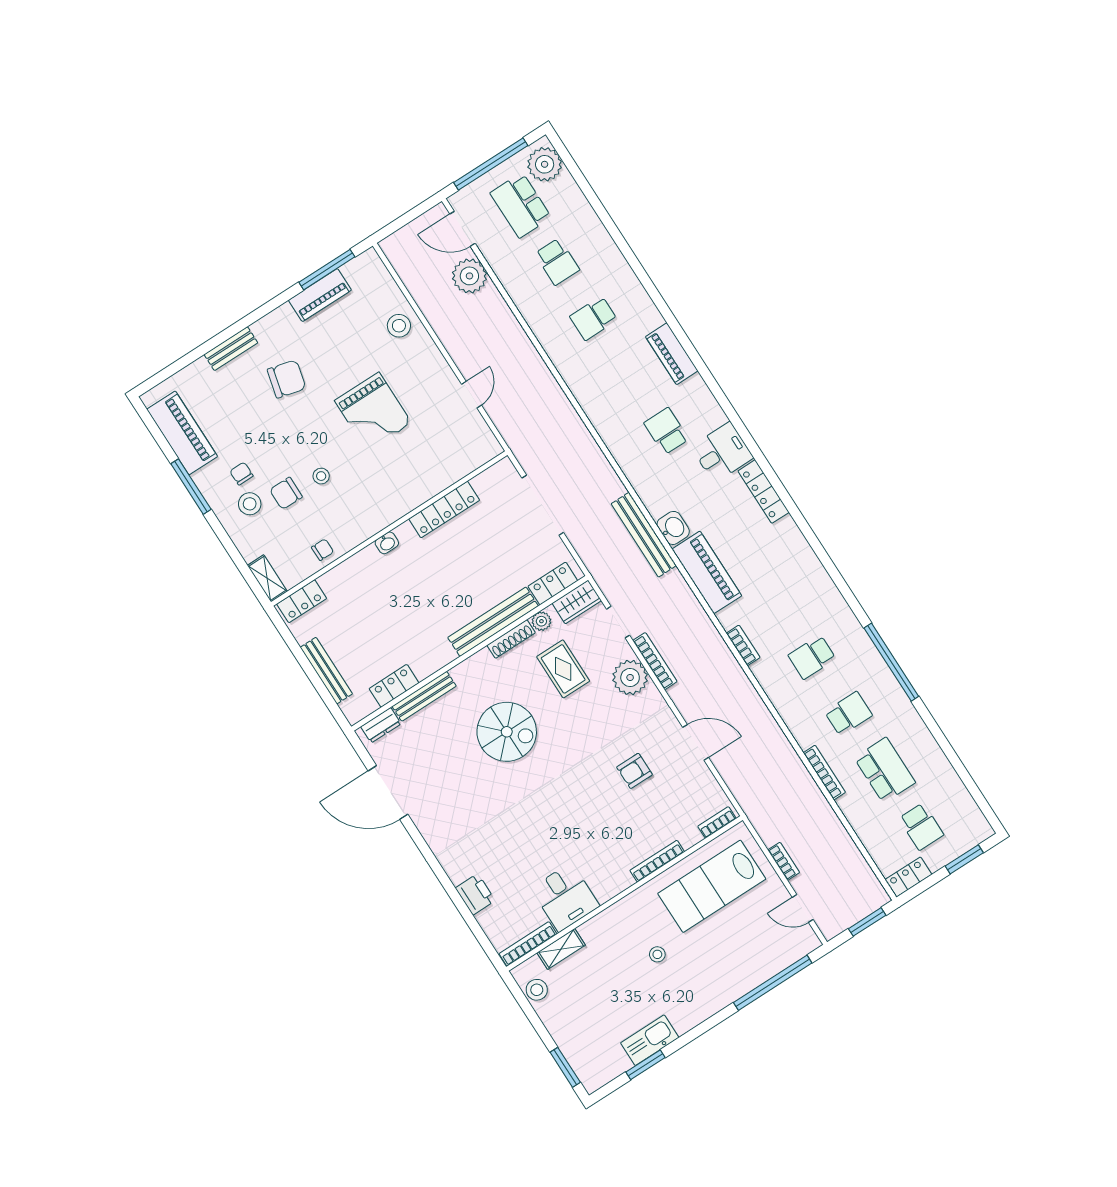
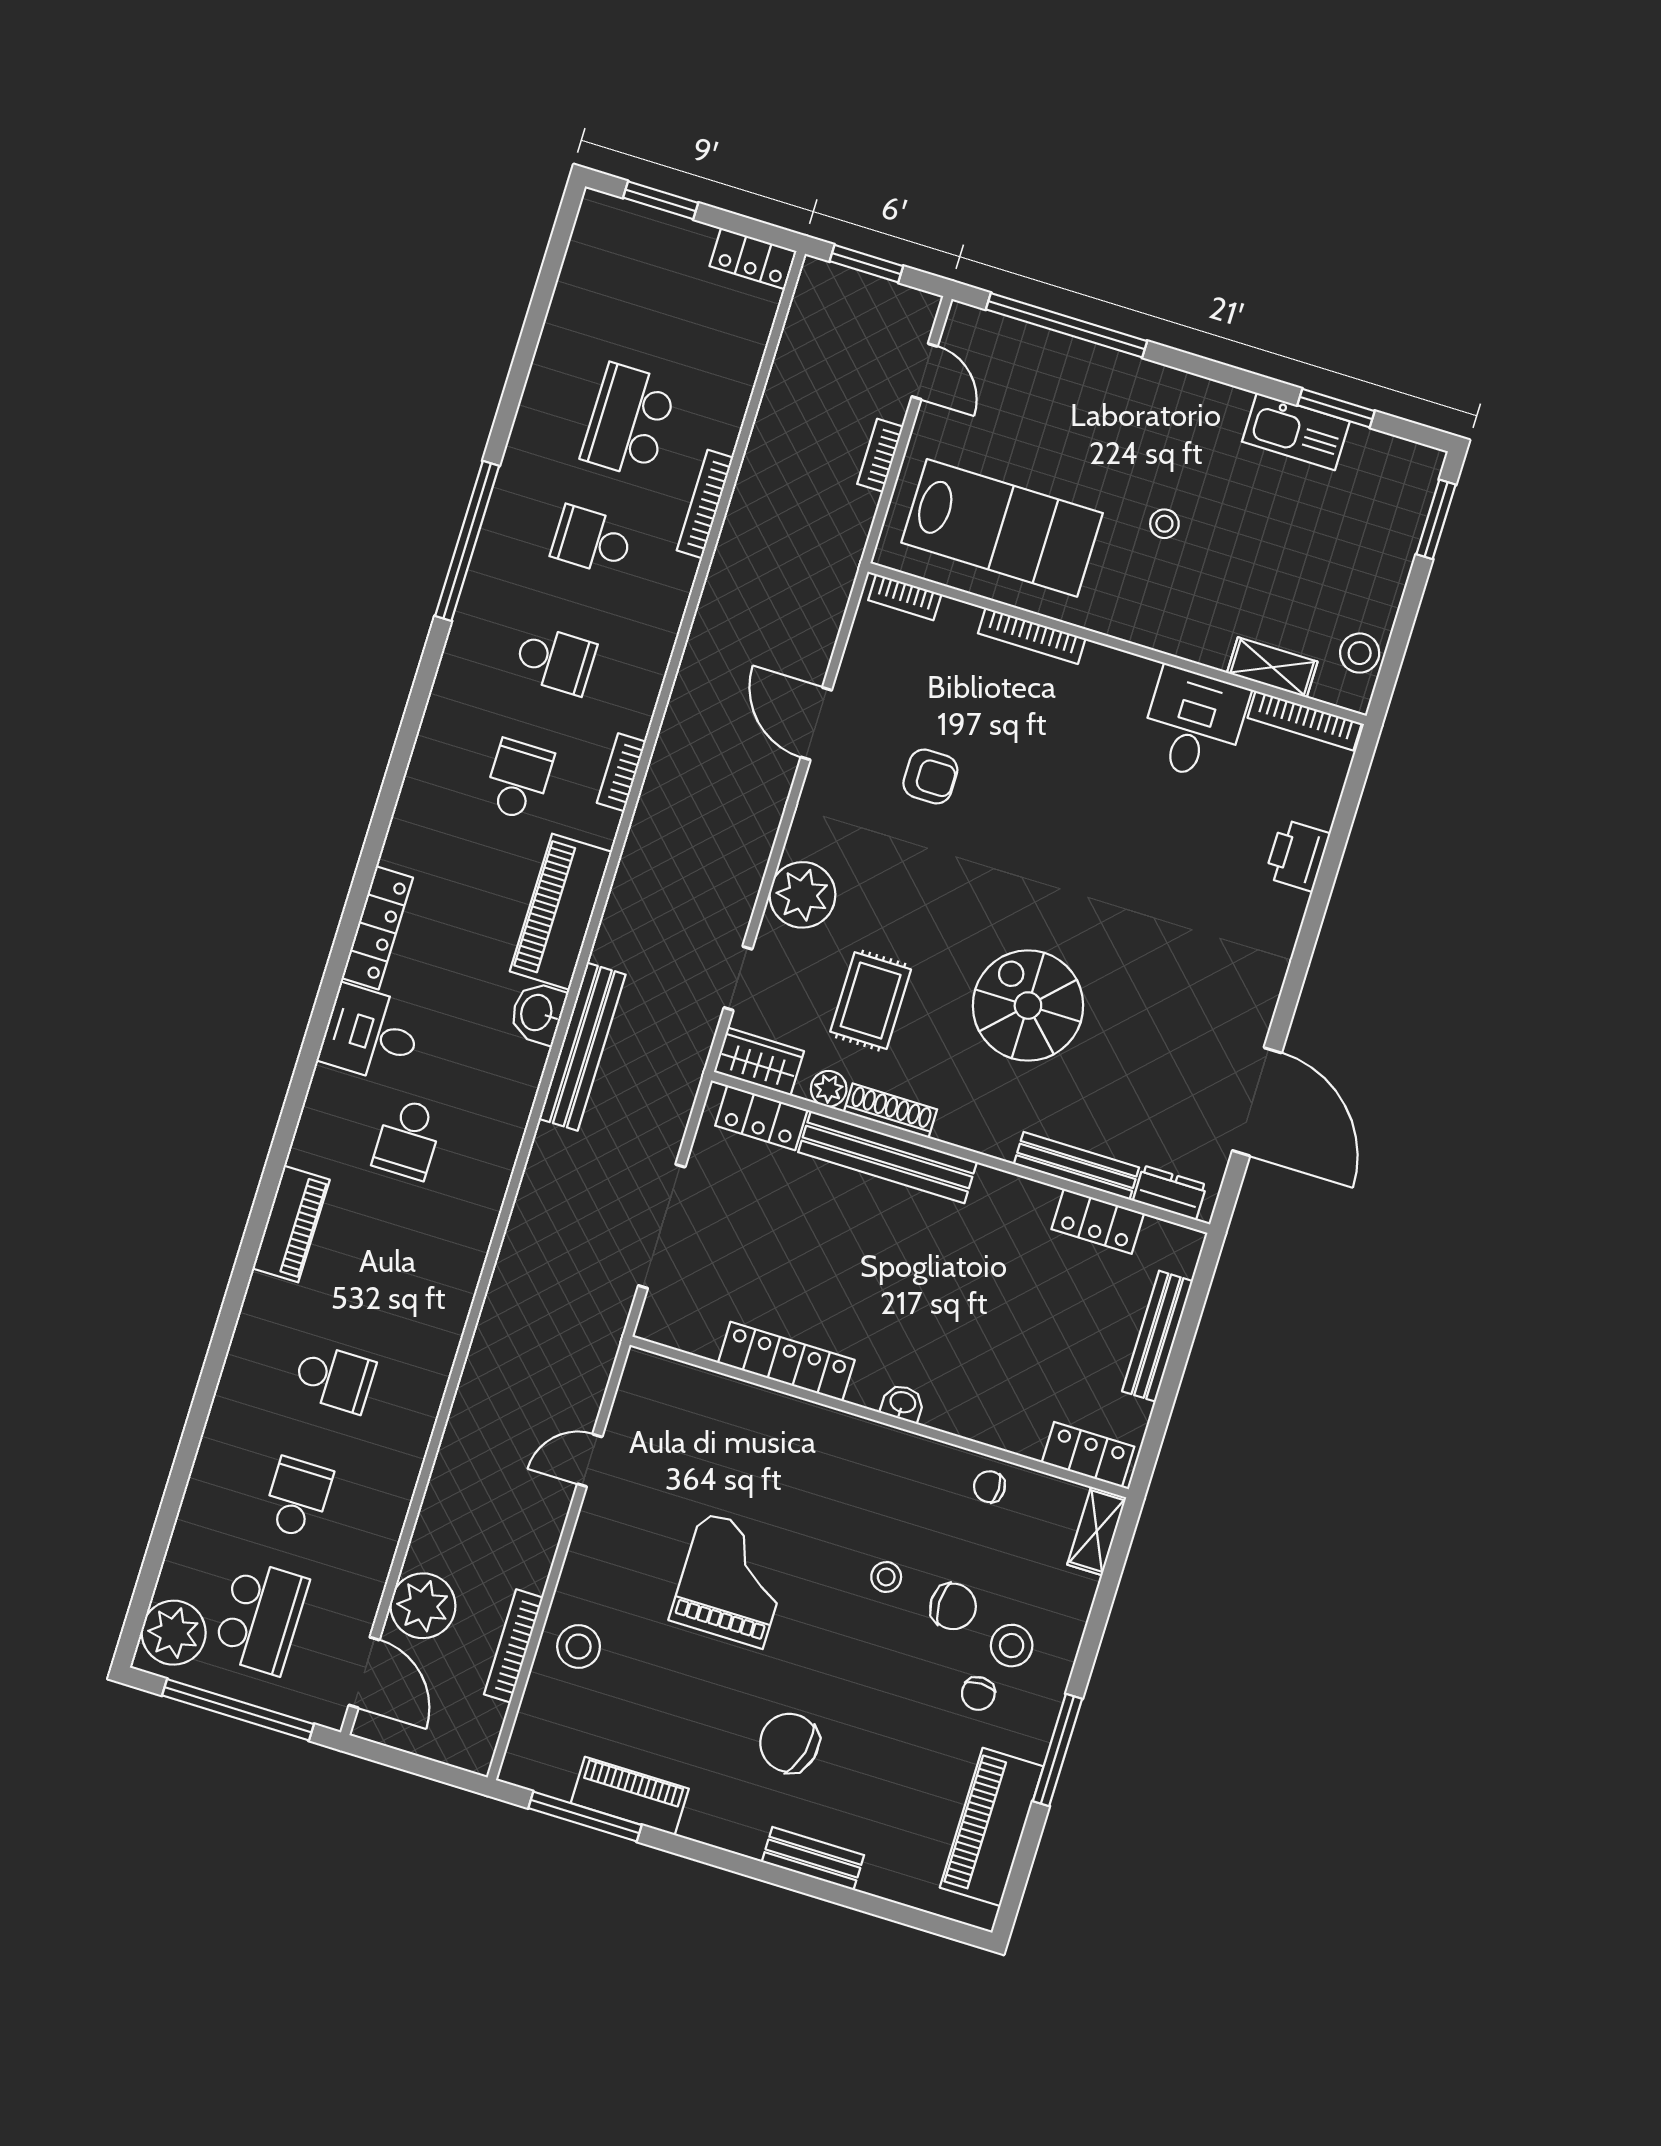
bookcase: (655, 661) -> (513, 1646), moved
school desk: (921, 827) -> (518, 780), moved

